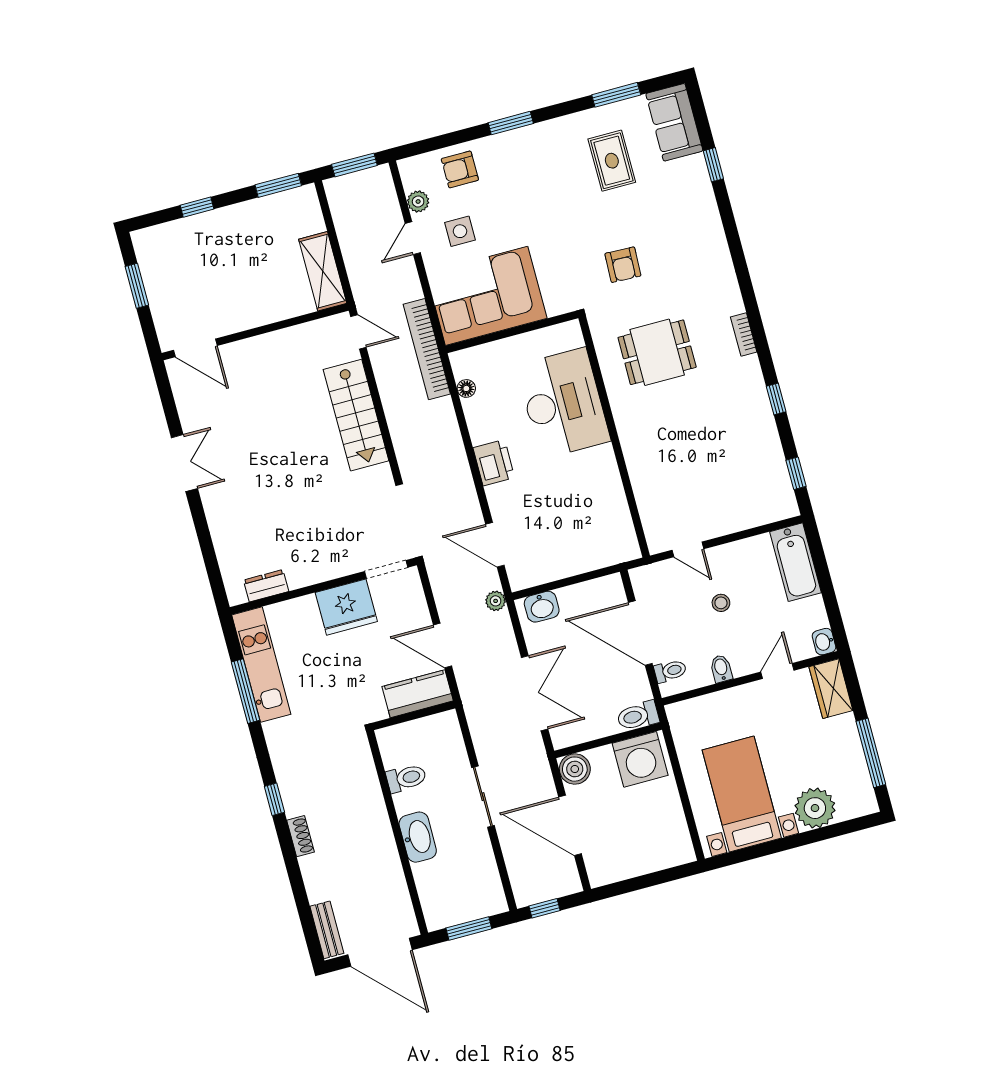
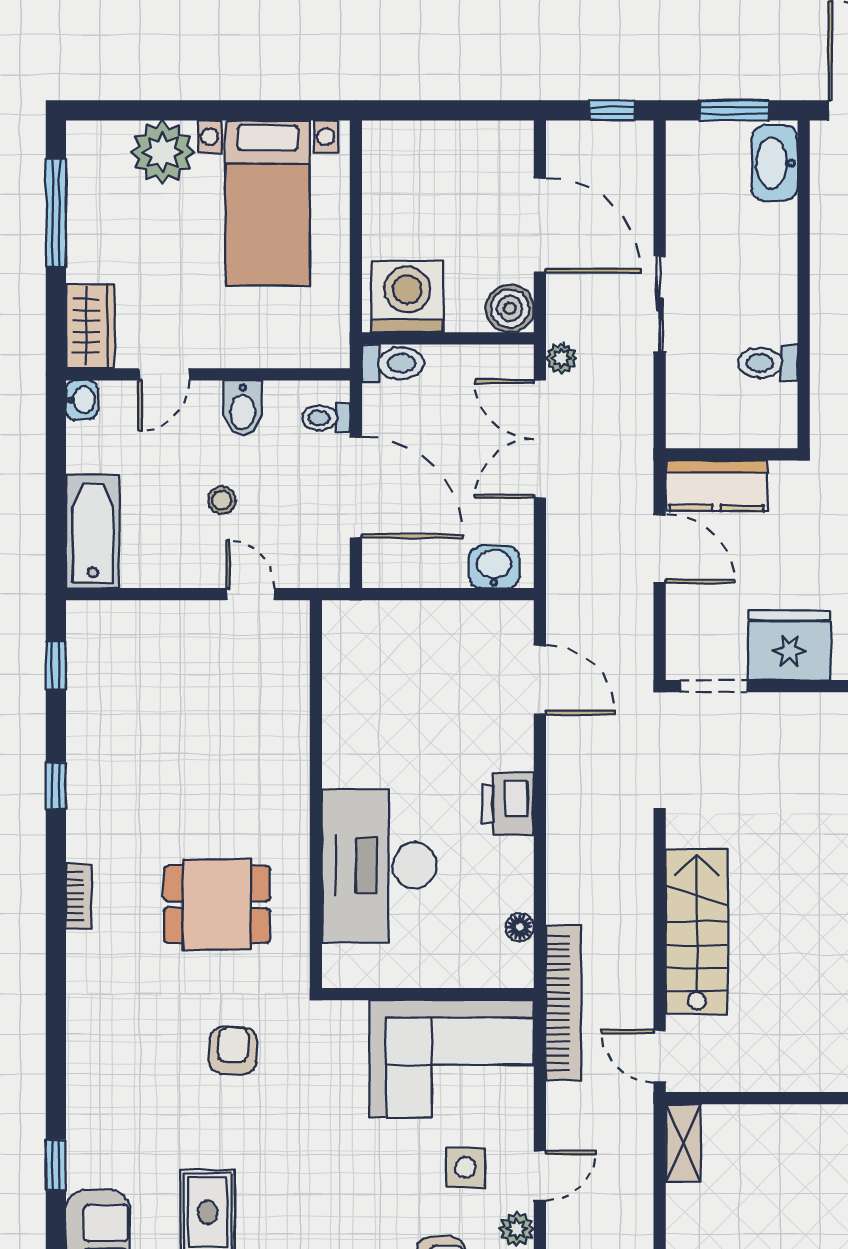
shelving: (323, 271) -> (683, 1143), width x0.67, depth x0.75
plant: (496, 601) -> (561, 358), moved
bidet: (721, 669) -> (243, 408), width x1.38, depth x1.36
washbasin: (418, 837) -> (775, 163), moved

